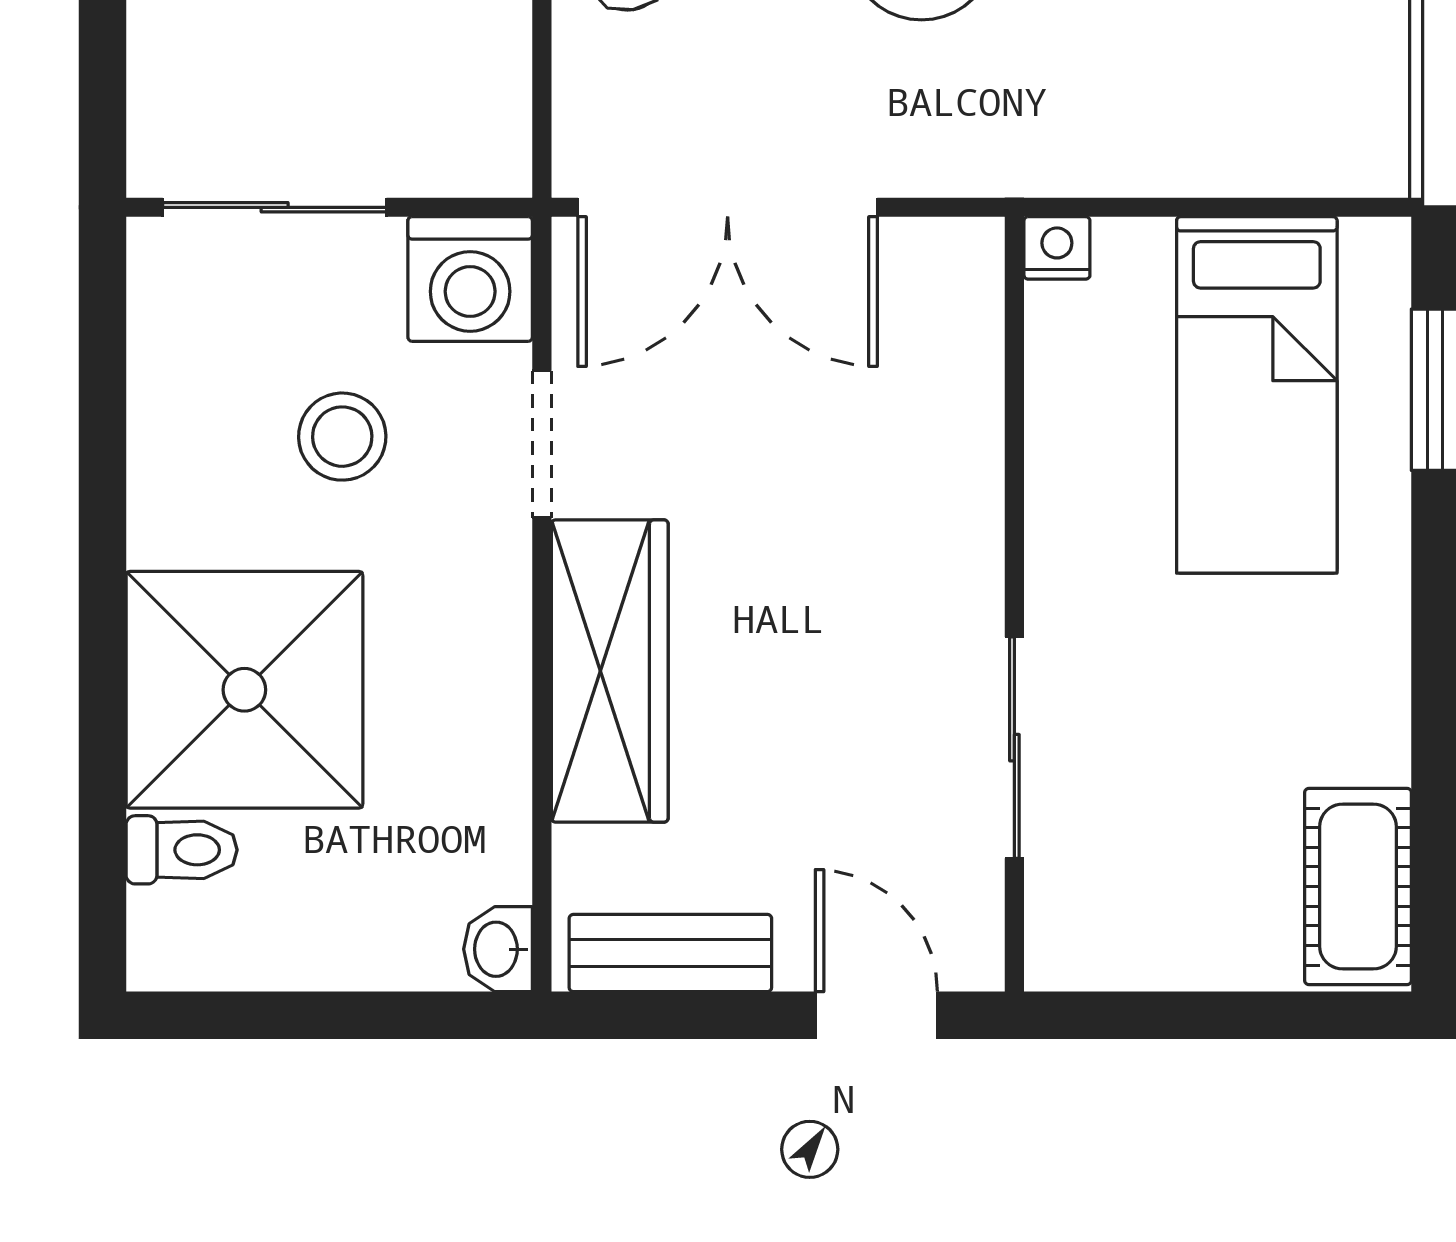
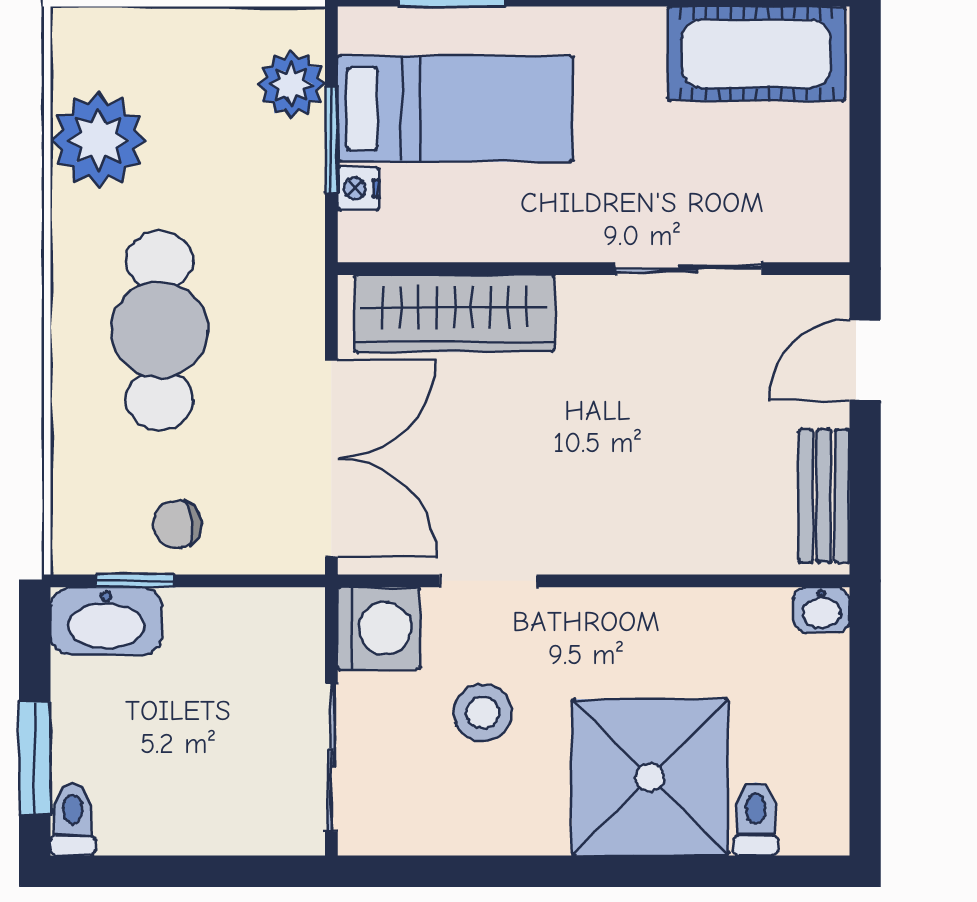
plant: (1294, 147) -> (291, 84), added
window: (1209, 207) -> (331, 140), added
nightstand: (1057, 248) -> (358, 188), moved
wardrobe: (610, 671) -> (454, 314), moved, turned 180
cot: (1358, 887) -> (756, 54), width x1.37, depth x1.34

